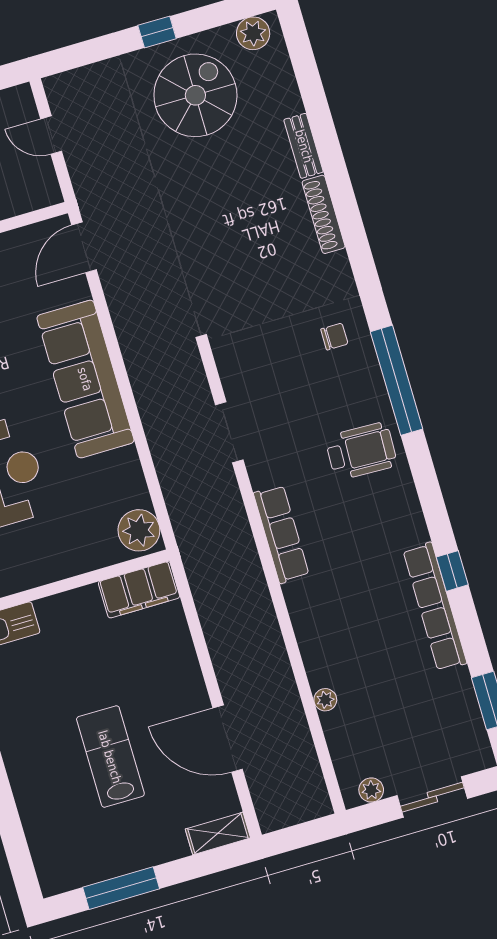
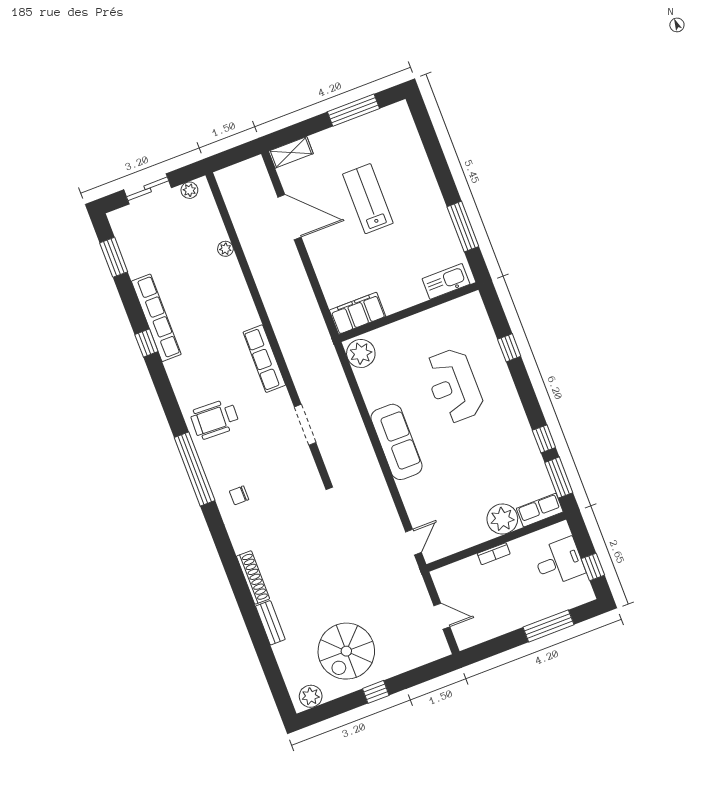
door: (84, 247) -> (414, 542), width x0.73
sofa: (85, 379) -> (397, 442), width x0.74, depth x0.79
lab bench: (110, 757) -> (368, 199), turned 180

